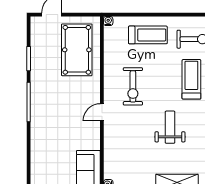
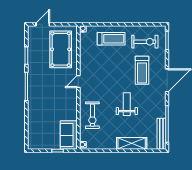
treadmill: (191, 79) -> (142, 70), turned 180
exercise bike: (133, 86) -> (92, 115), moved
door: (102, 112) -> (78, 81), moved

